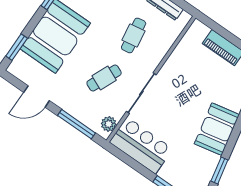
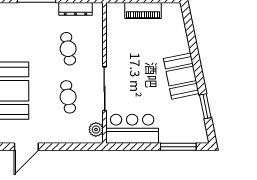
cafe table: (104, 78) -> (68, 97), turned -33
window: (76, 124) -> (72, 147), removed

